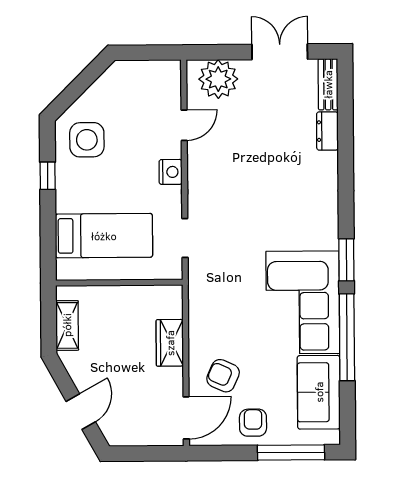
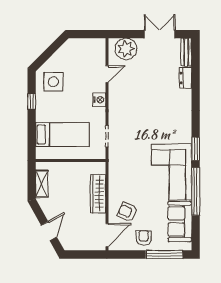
wardrobe: (170, 343) -> (98, 194), width x1.50

